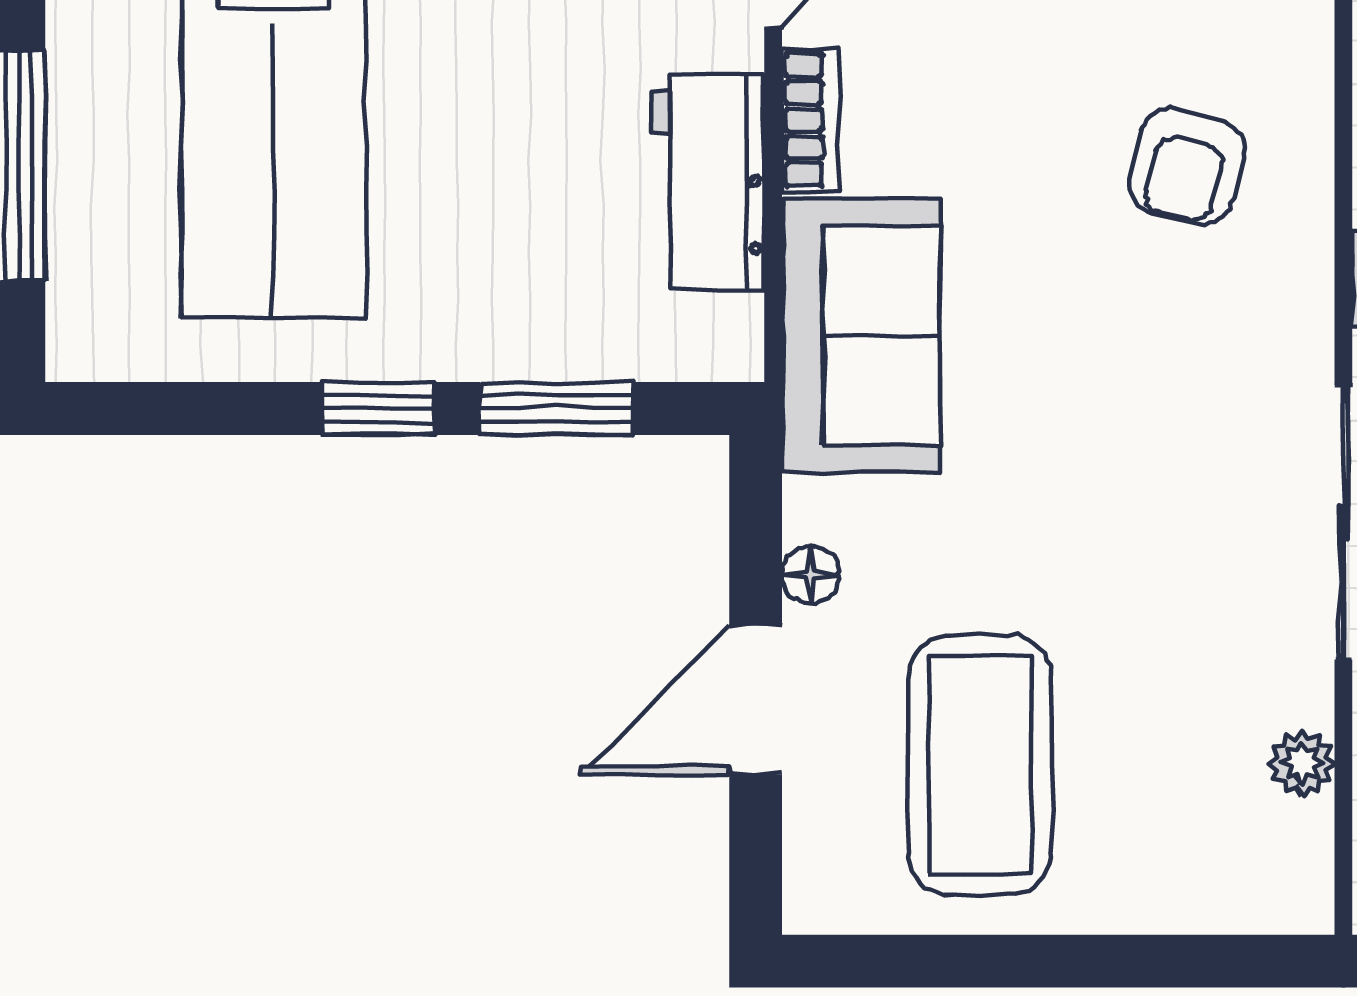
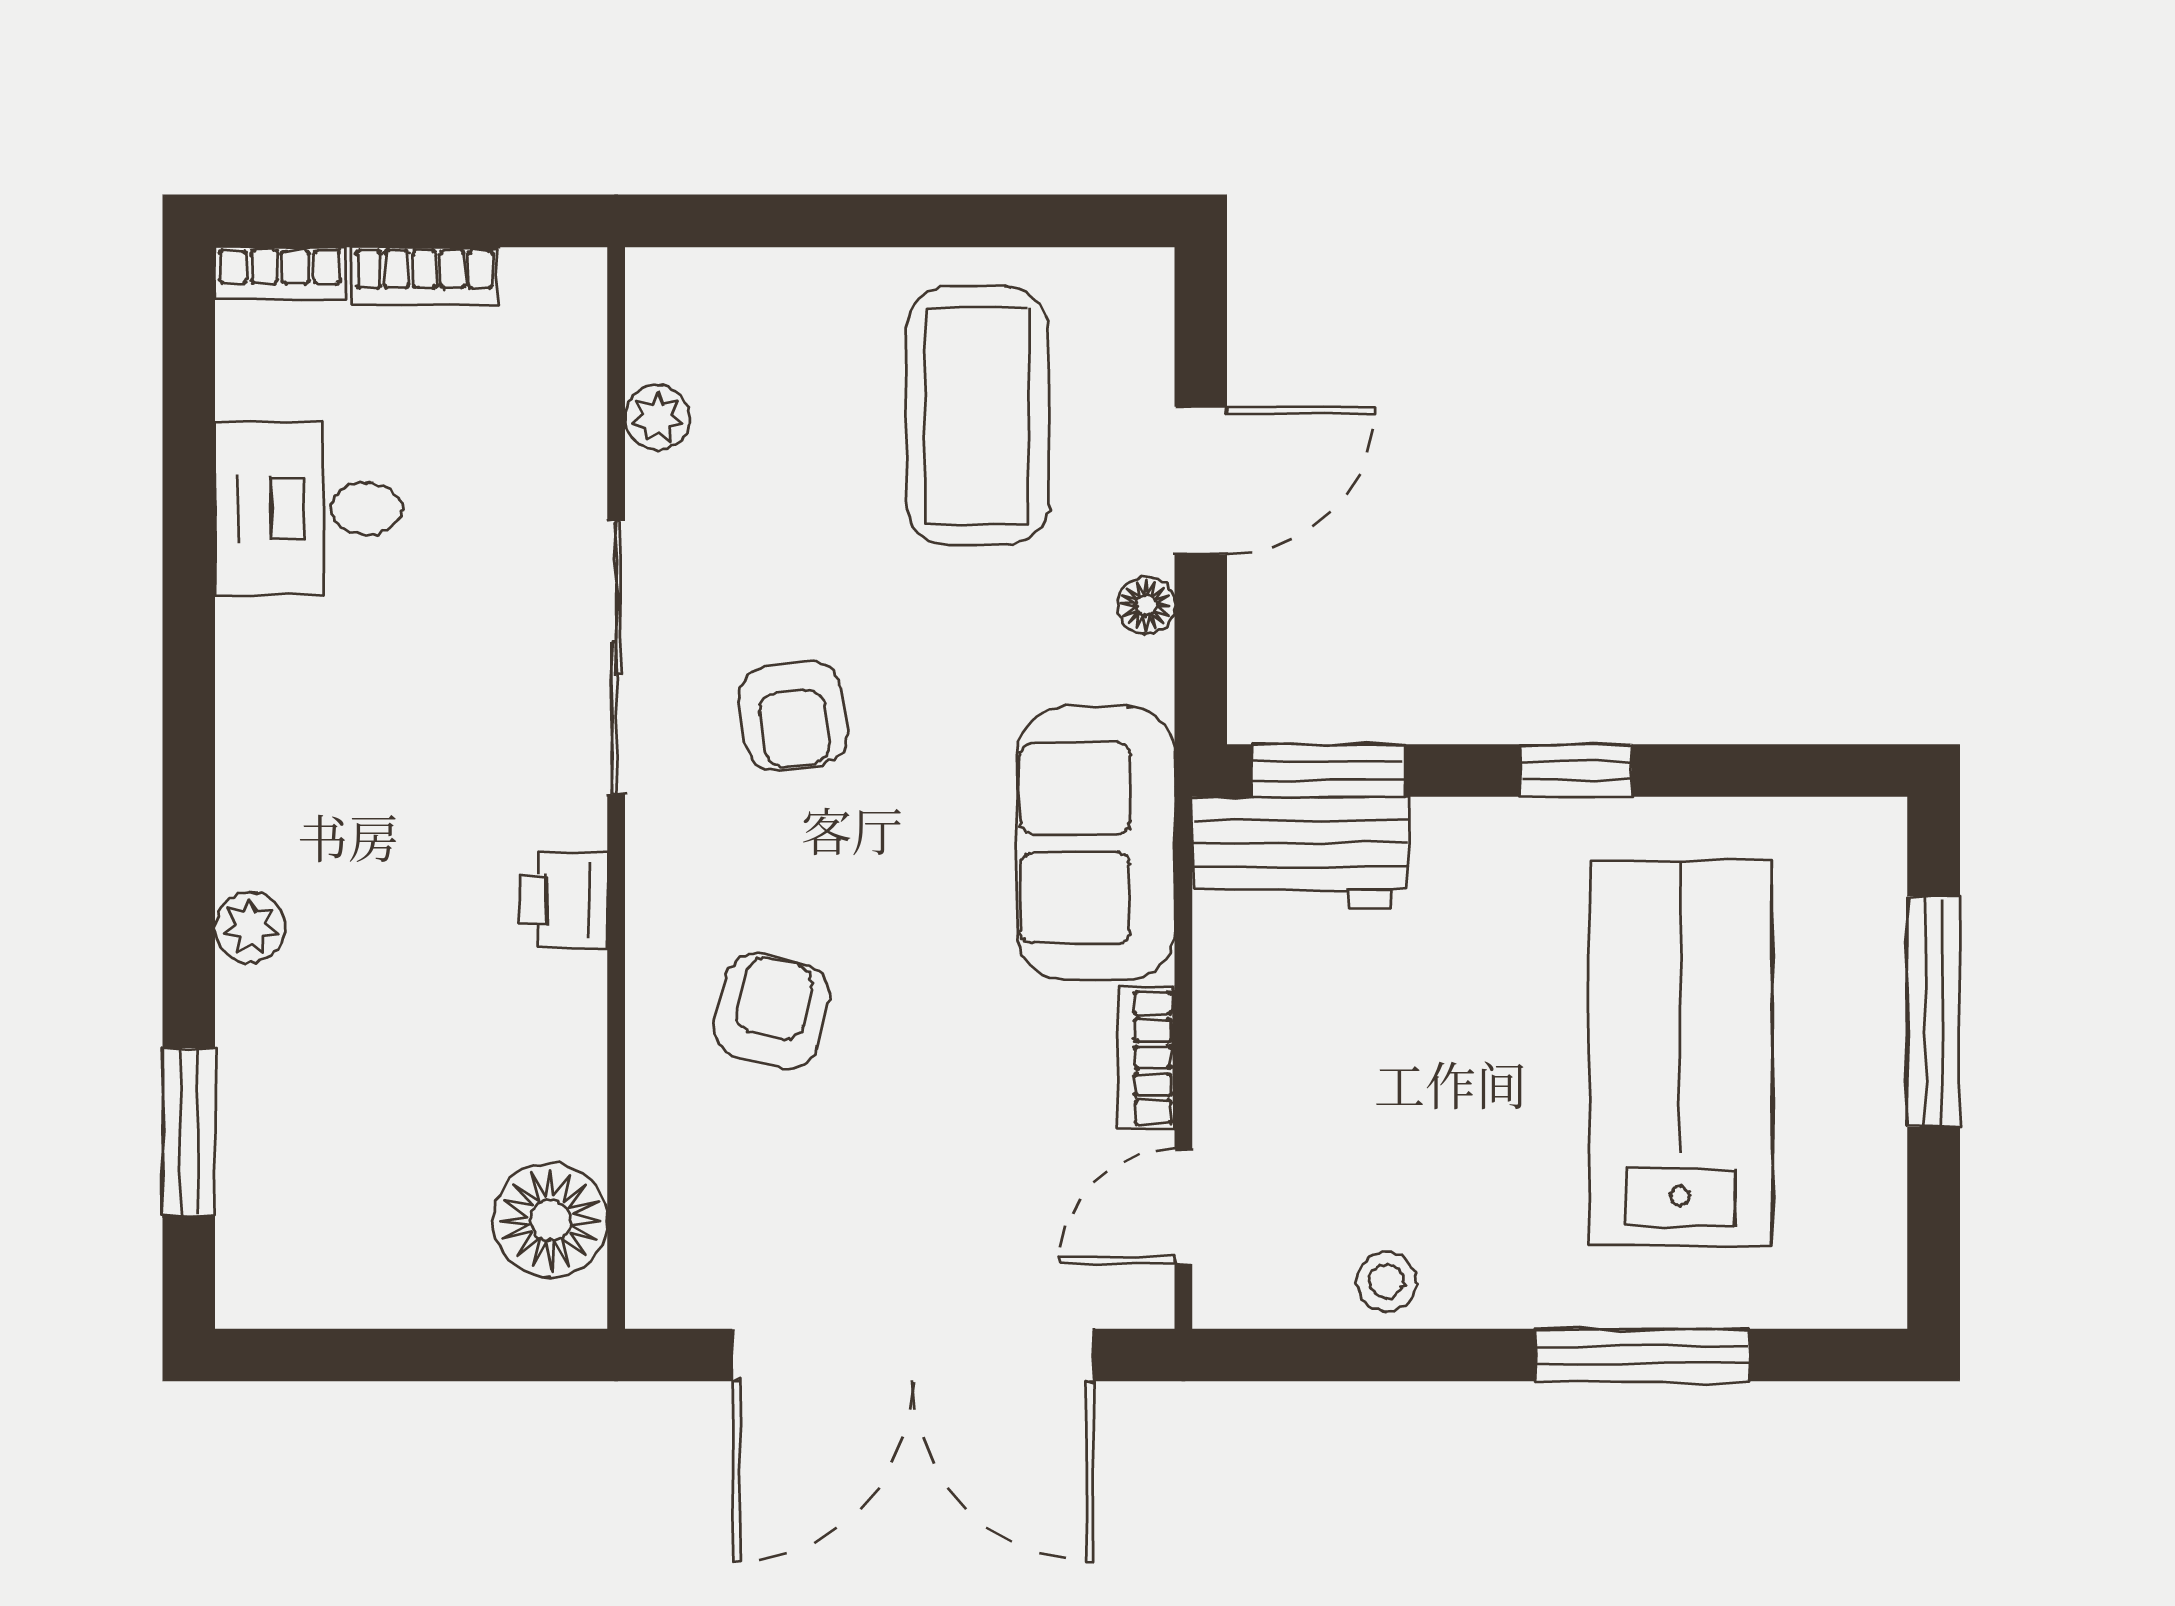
workbench: (708, 182) -> (1300, 852), moved, turned 90
window: (557, 409) -> (1328, 771), moved
armchair: (1165, 463) -> (793, 716), added

